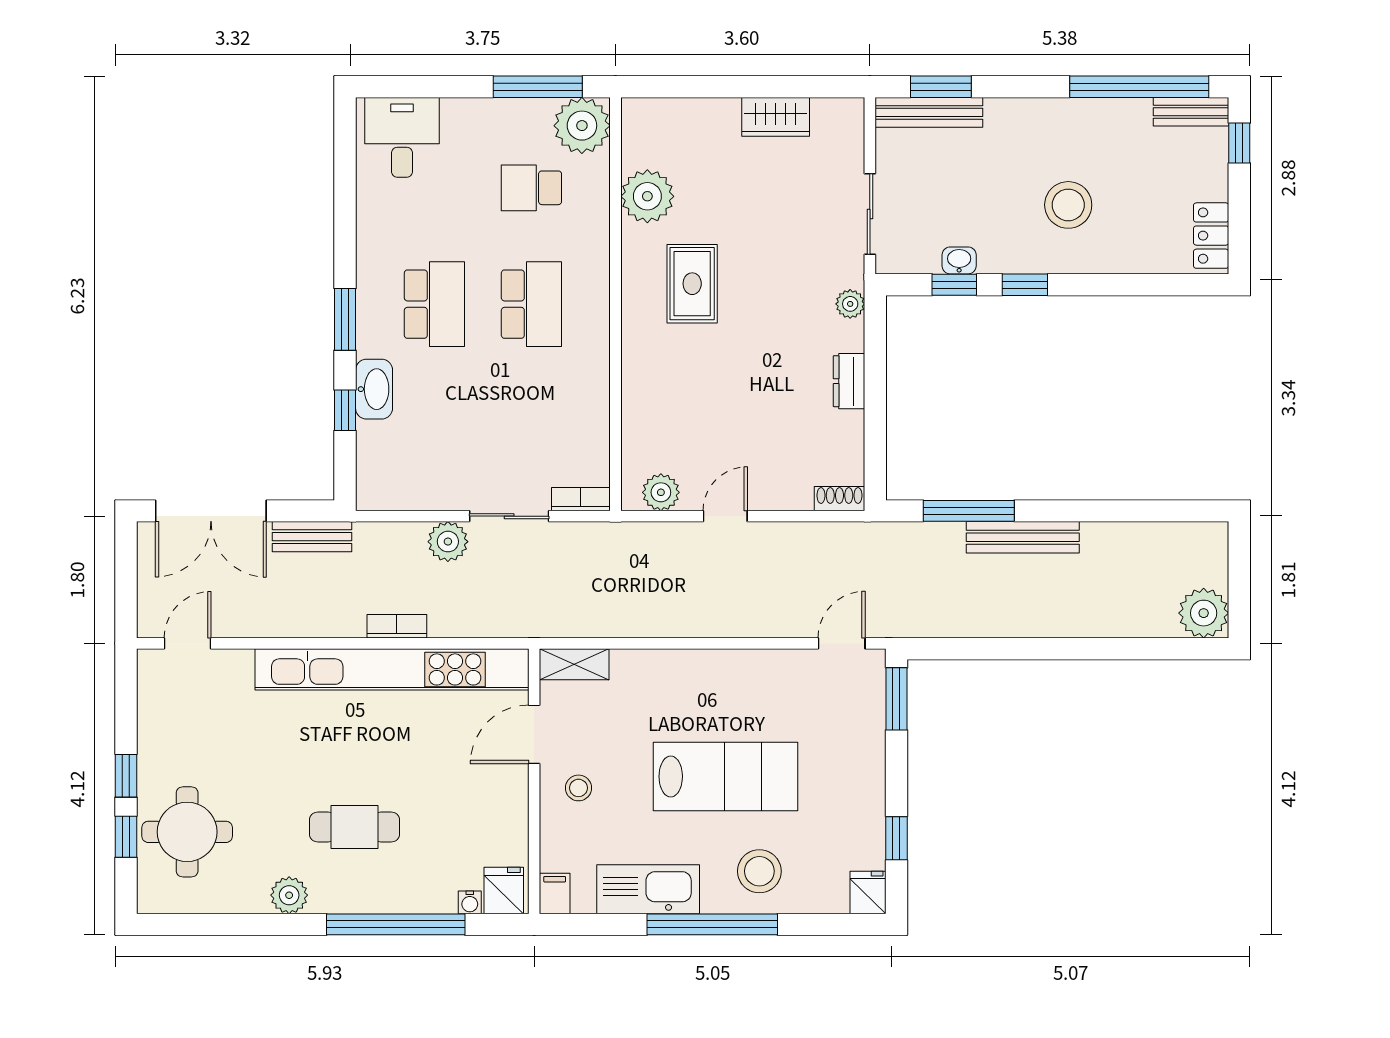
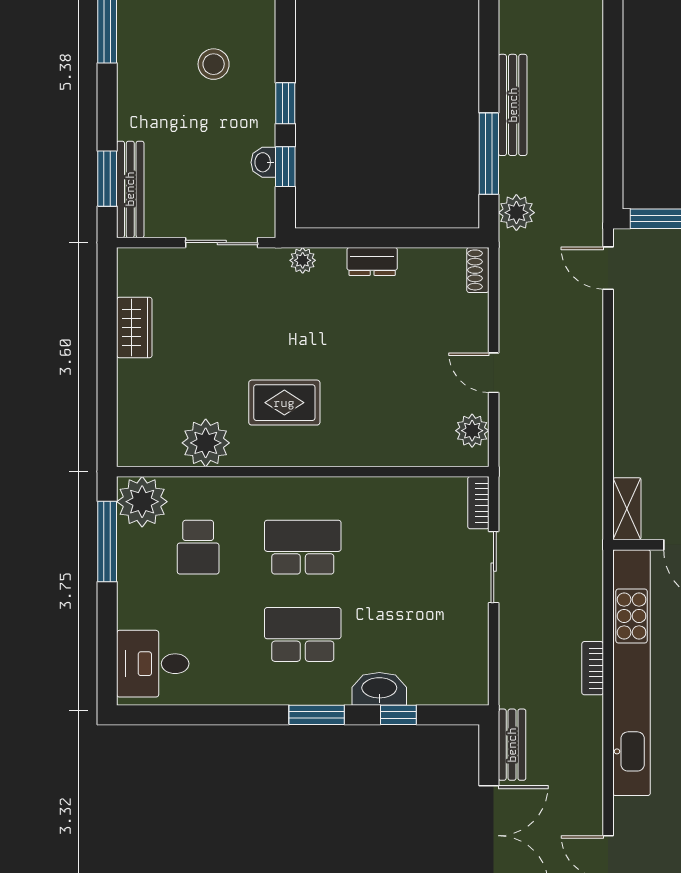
stool: (1068, 205) -> (214, 64), width x0.73, depth x0.73
plant: (448, 542) -> (516, 213), moved

